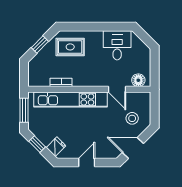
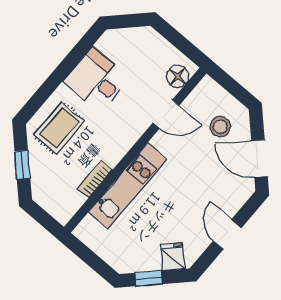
desk: (117, 45) -> (97, 80), moved
kitchen unit: (71, 100) -> (128, 186), width x0.73
window: (24, 110) -> (90, 258), removed
door: (133, 148) -> (260, 158), hinge flipped

